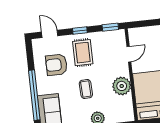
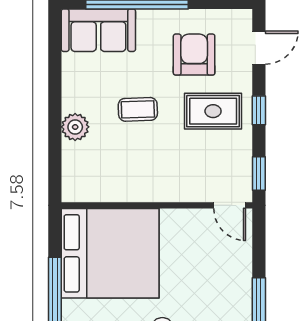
door: (129, 54) -> (230, 205), moved
plant: (122, 86) -> (136, 183), removed

